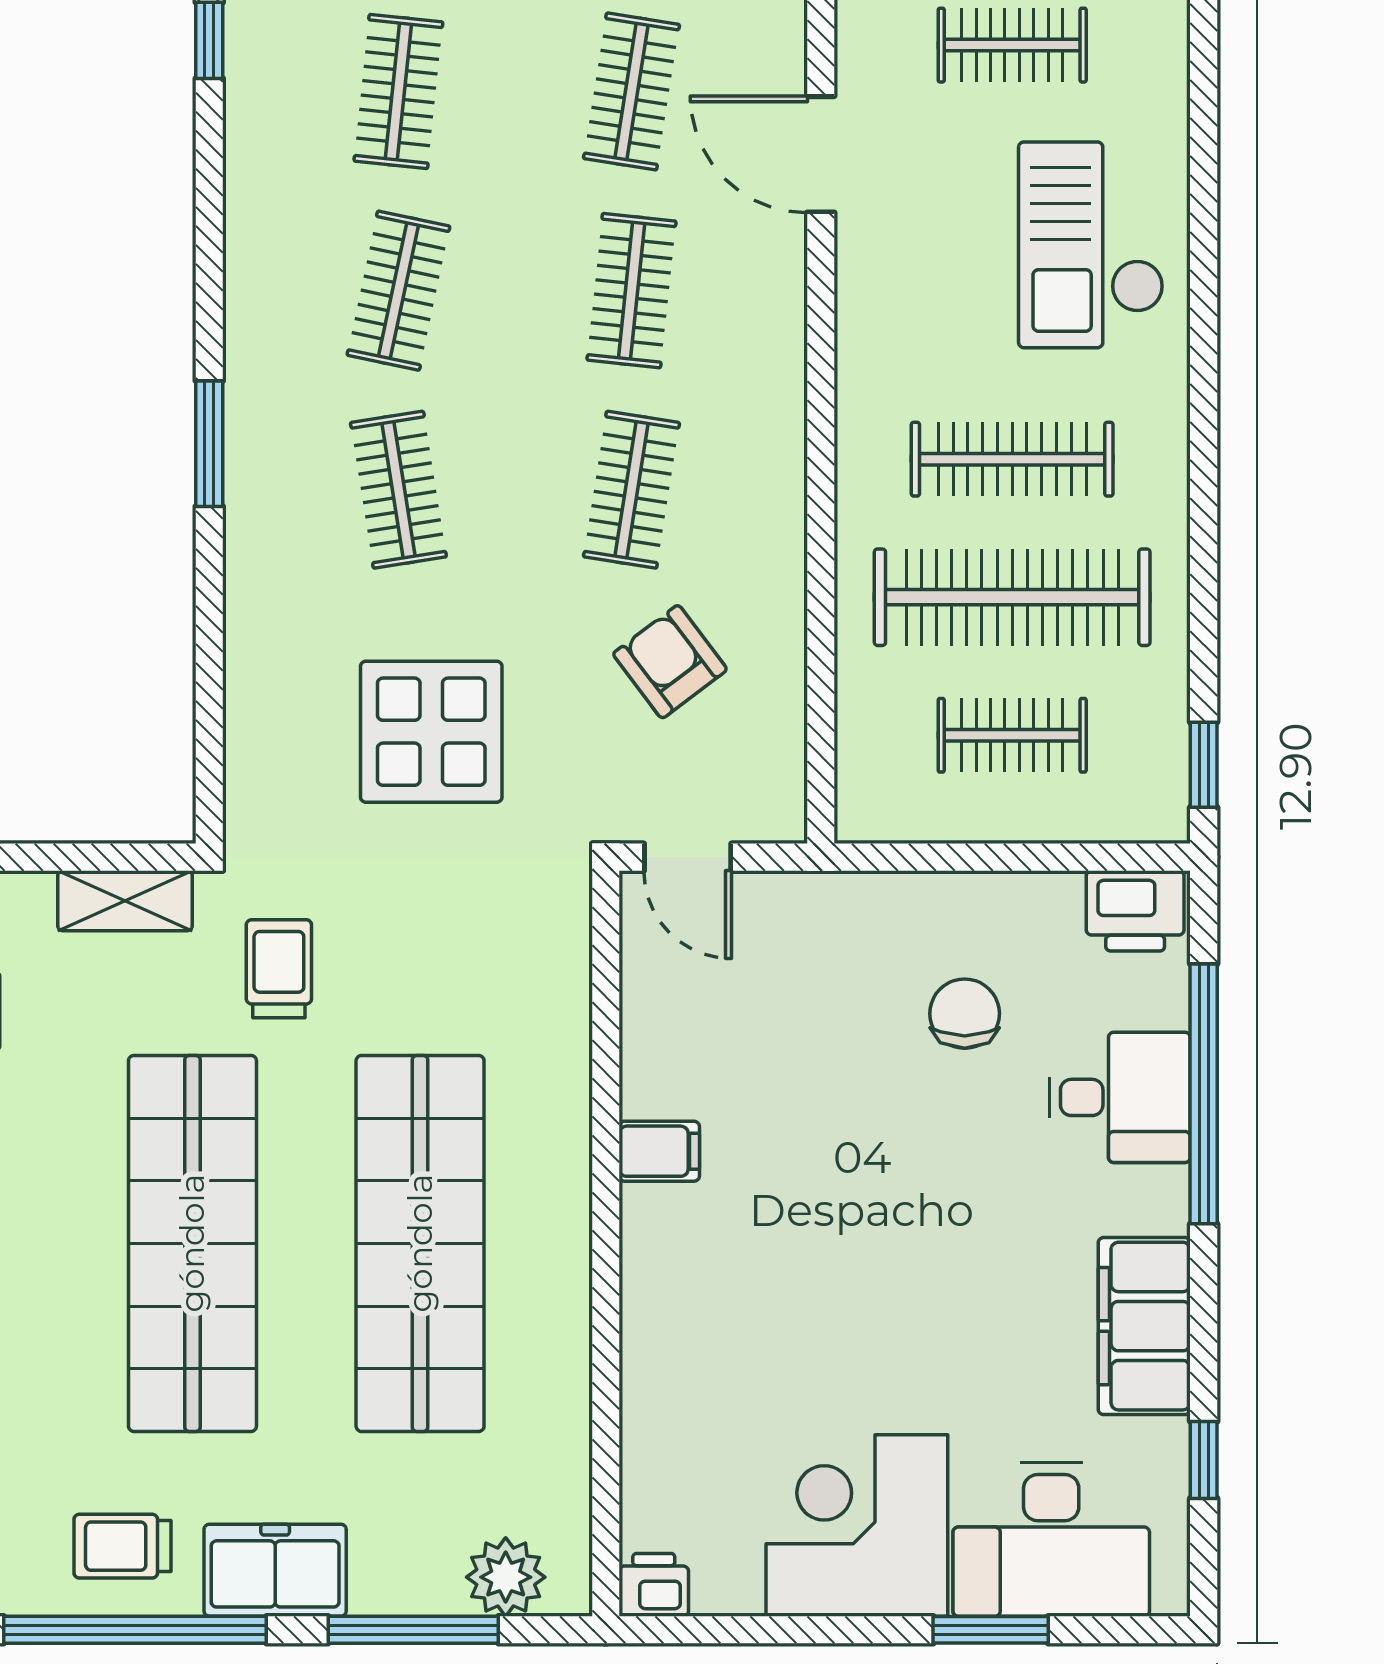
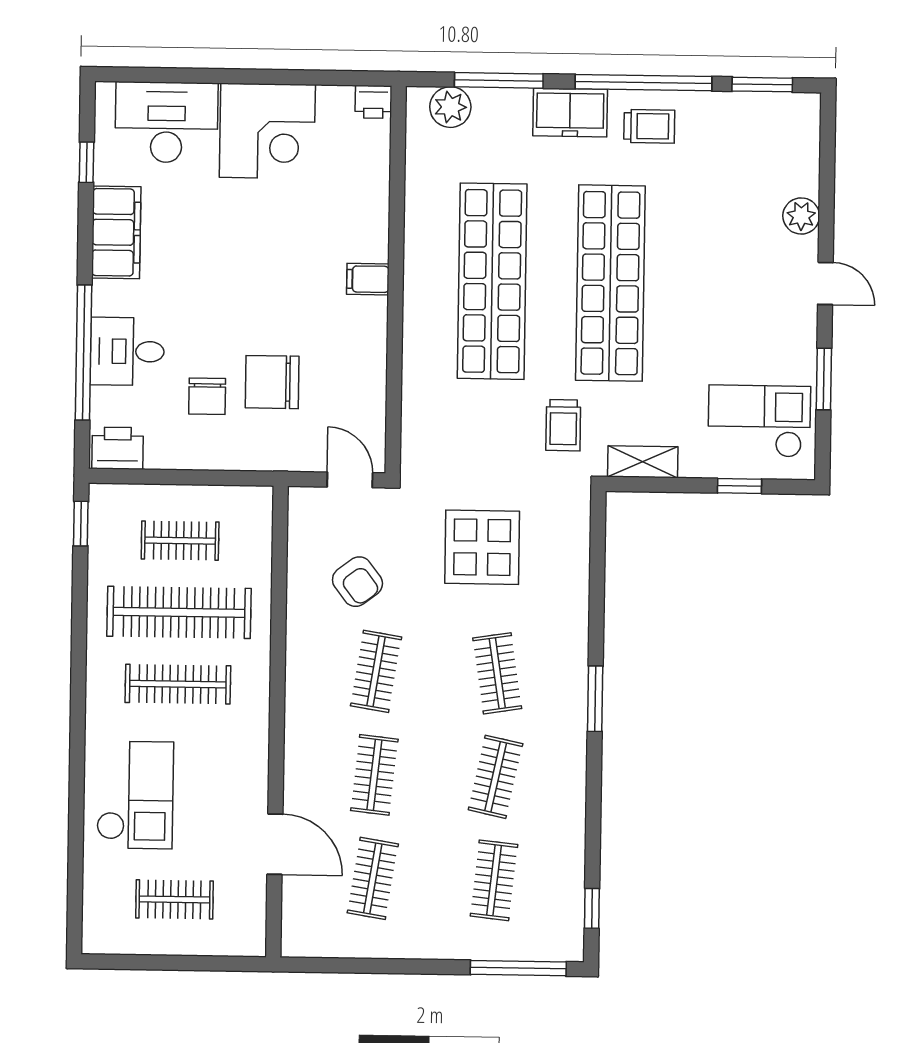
chair: (840, 1043) -> (272, 382), added
filing cabinet: (659, 1151) -> (368, 279), moved
window: (991, 1630) -> (199, 76), removed

